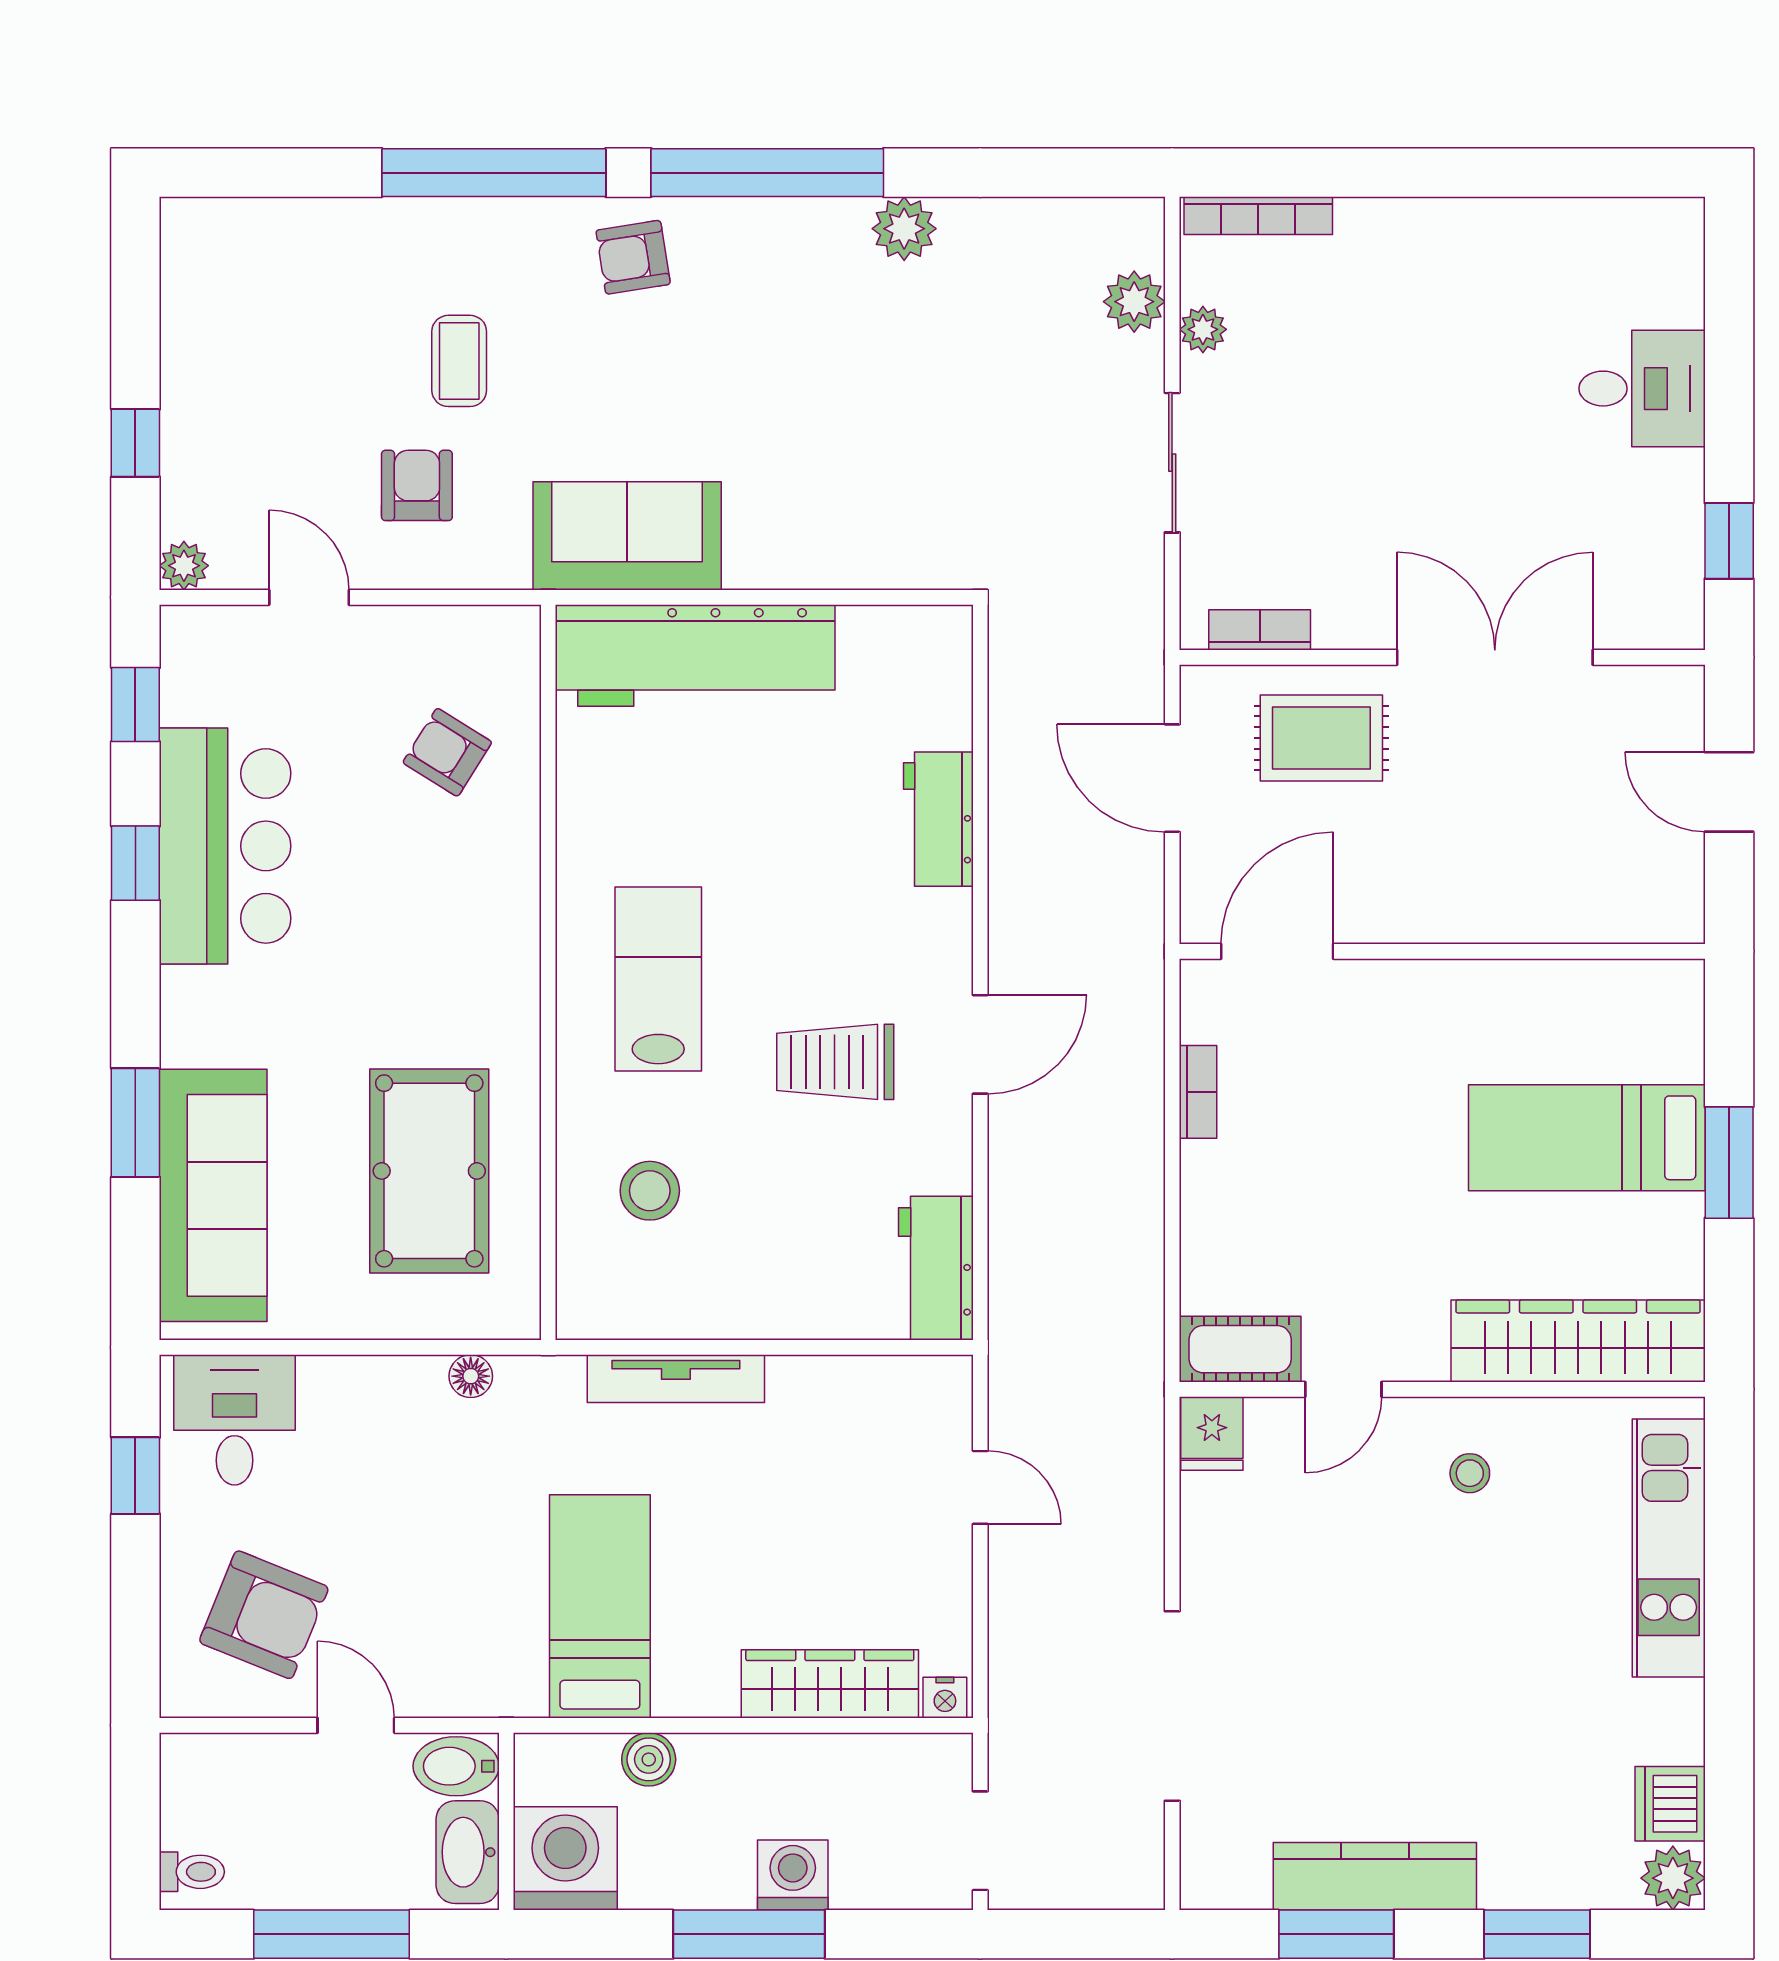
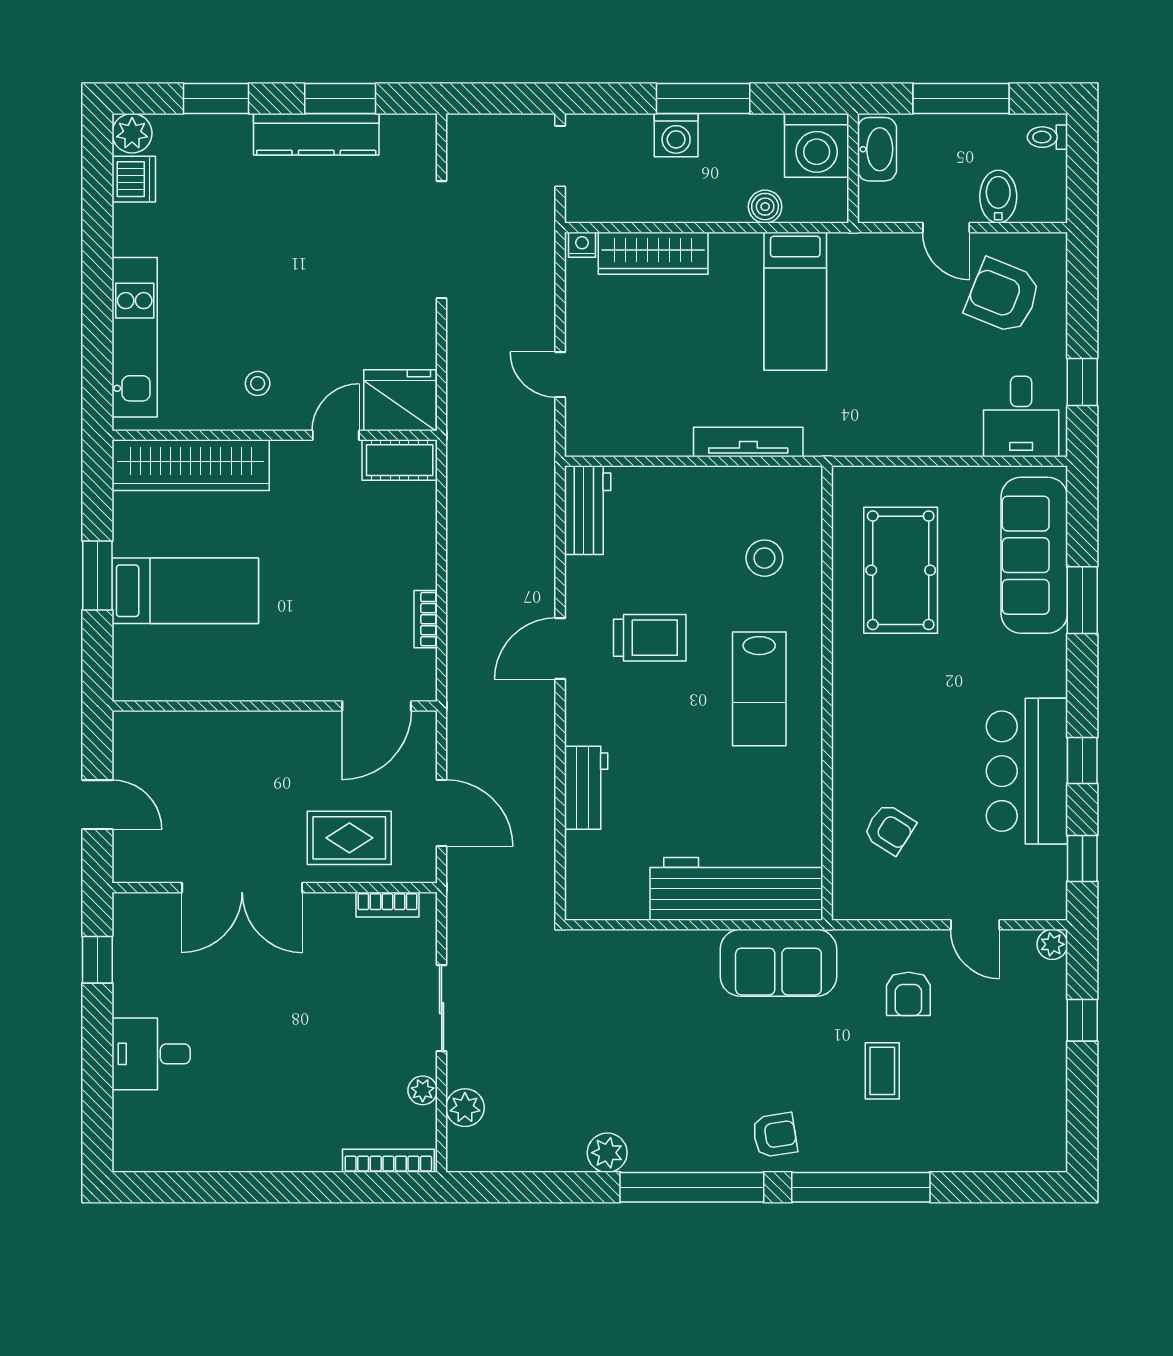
floor lamp: (471, 1376) -> (875, 443), removed
fridge: (1212, 1434) -> (400, 400), width x1.88, depth x1.34
bidet: (456, 1766) -> (998, 197), moved, turned -90

